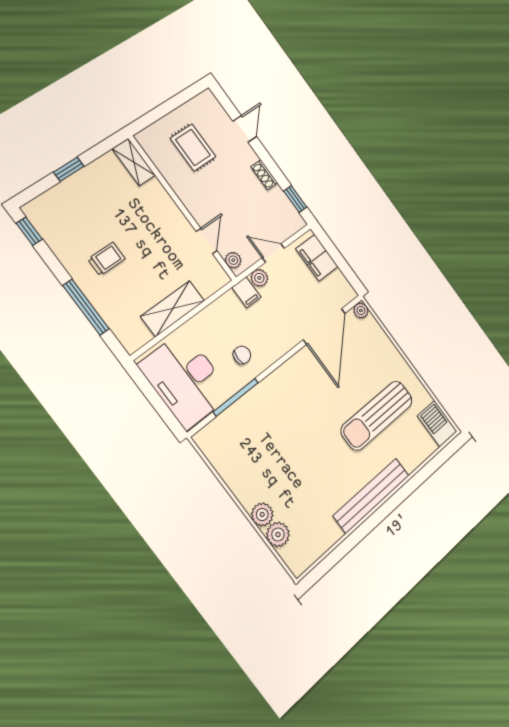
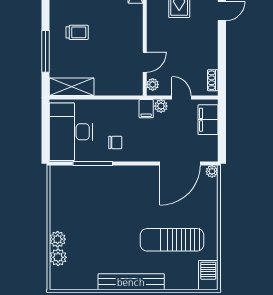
shoe rack: (264, 175) -> (213, 80), moved
window: (295, 199) -> (222, 75), removed
shelving: (173, 309) -> (72, 87), moved

